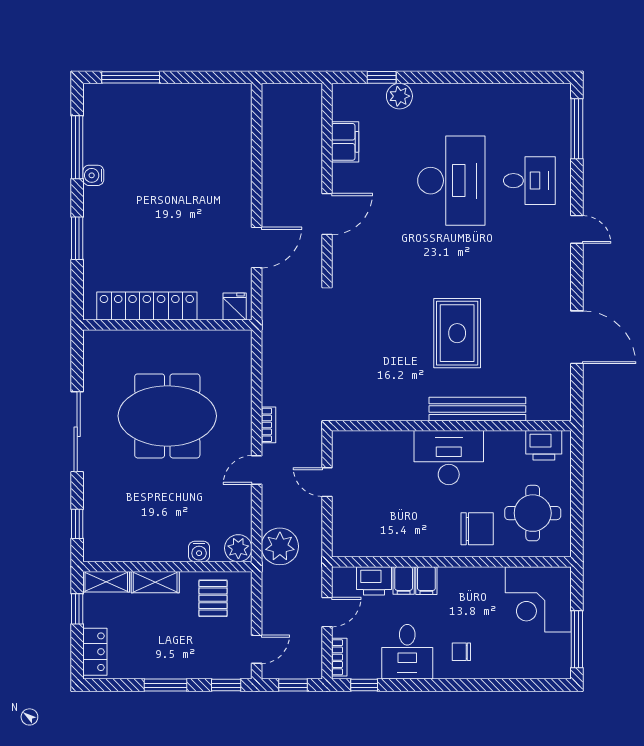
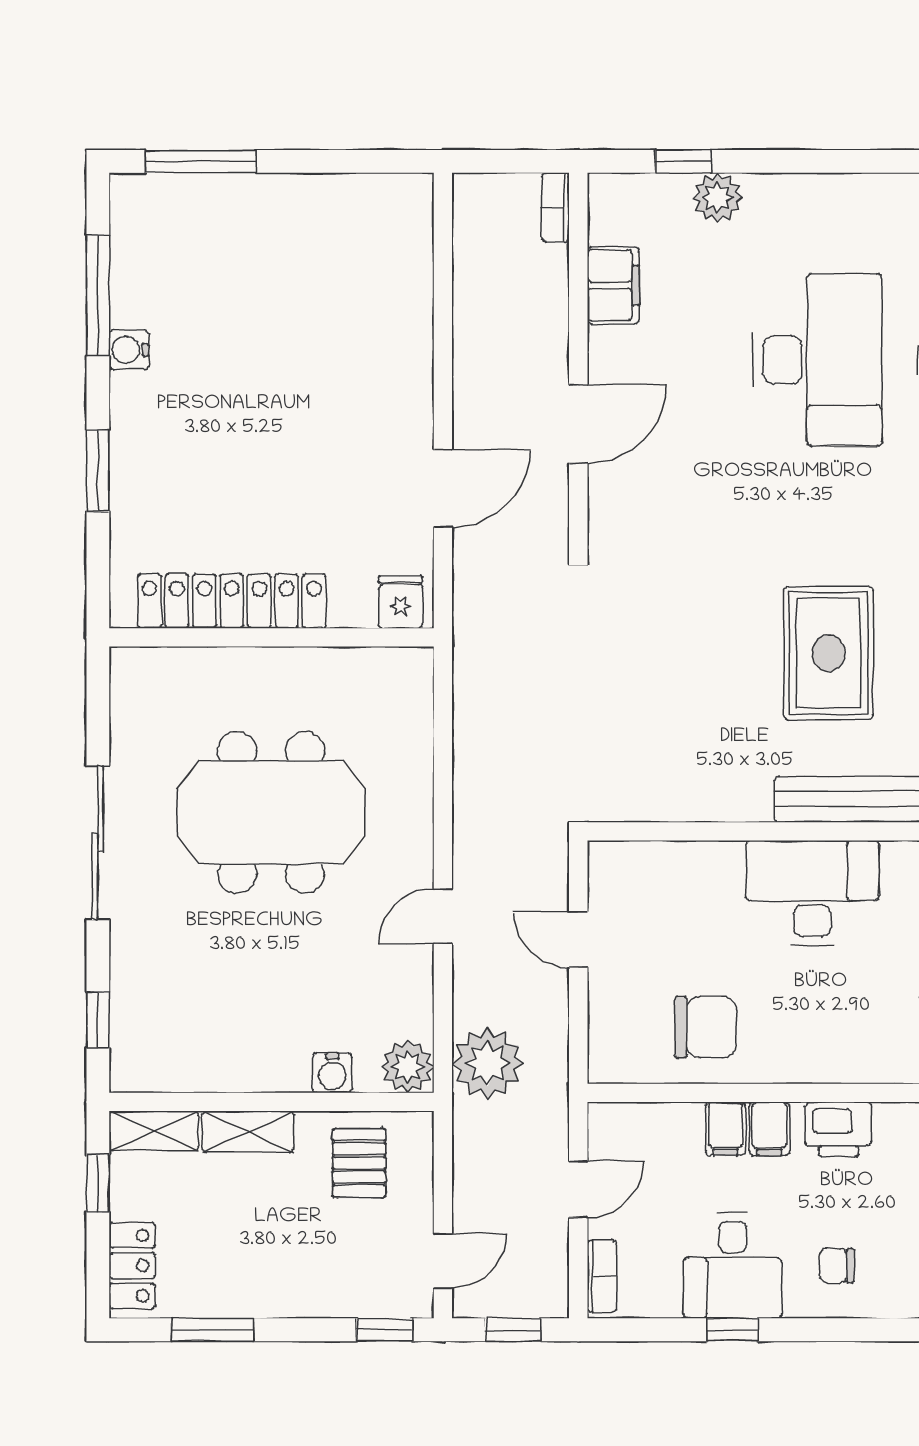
bookcase: (269, 425) -> (555, 207), moved, turned 180
chair: (477, 529) -> (705, 1027), moved
printer: (374, 581) -> (838, 1130), moved
window: (166, 685) -> (213, 1330), moved
window: (364, 685) -> (733, 1330), moved

